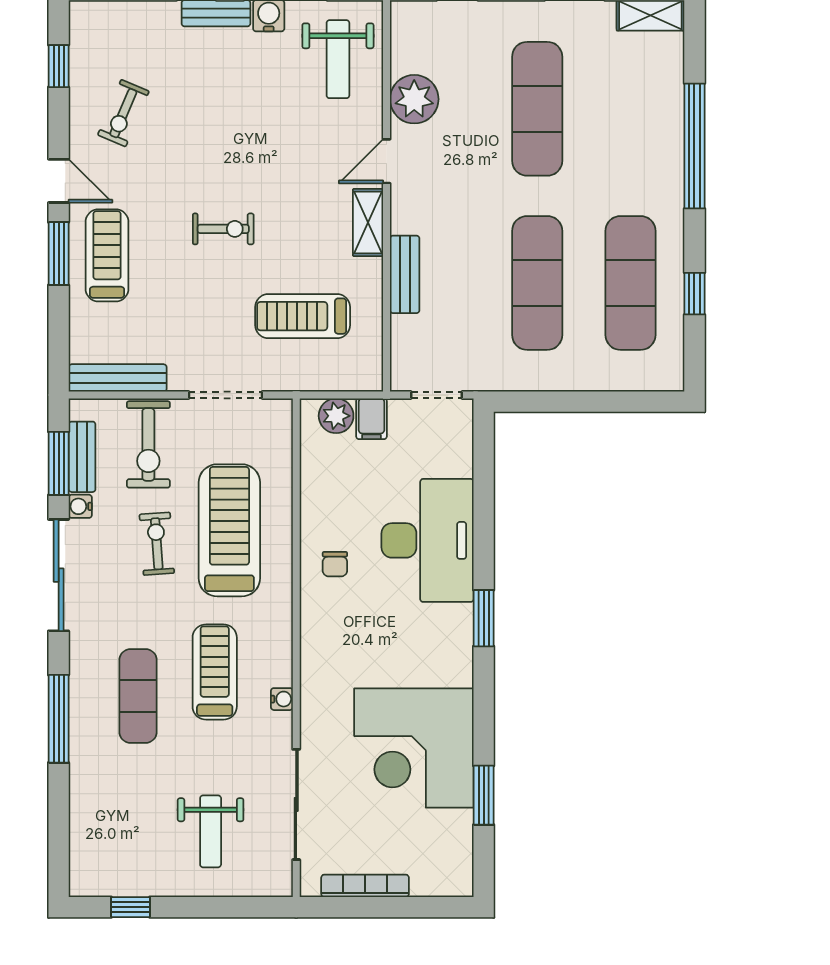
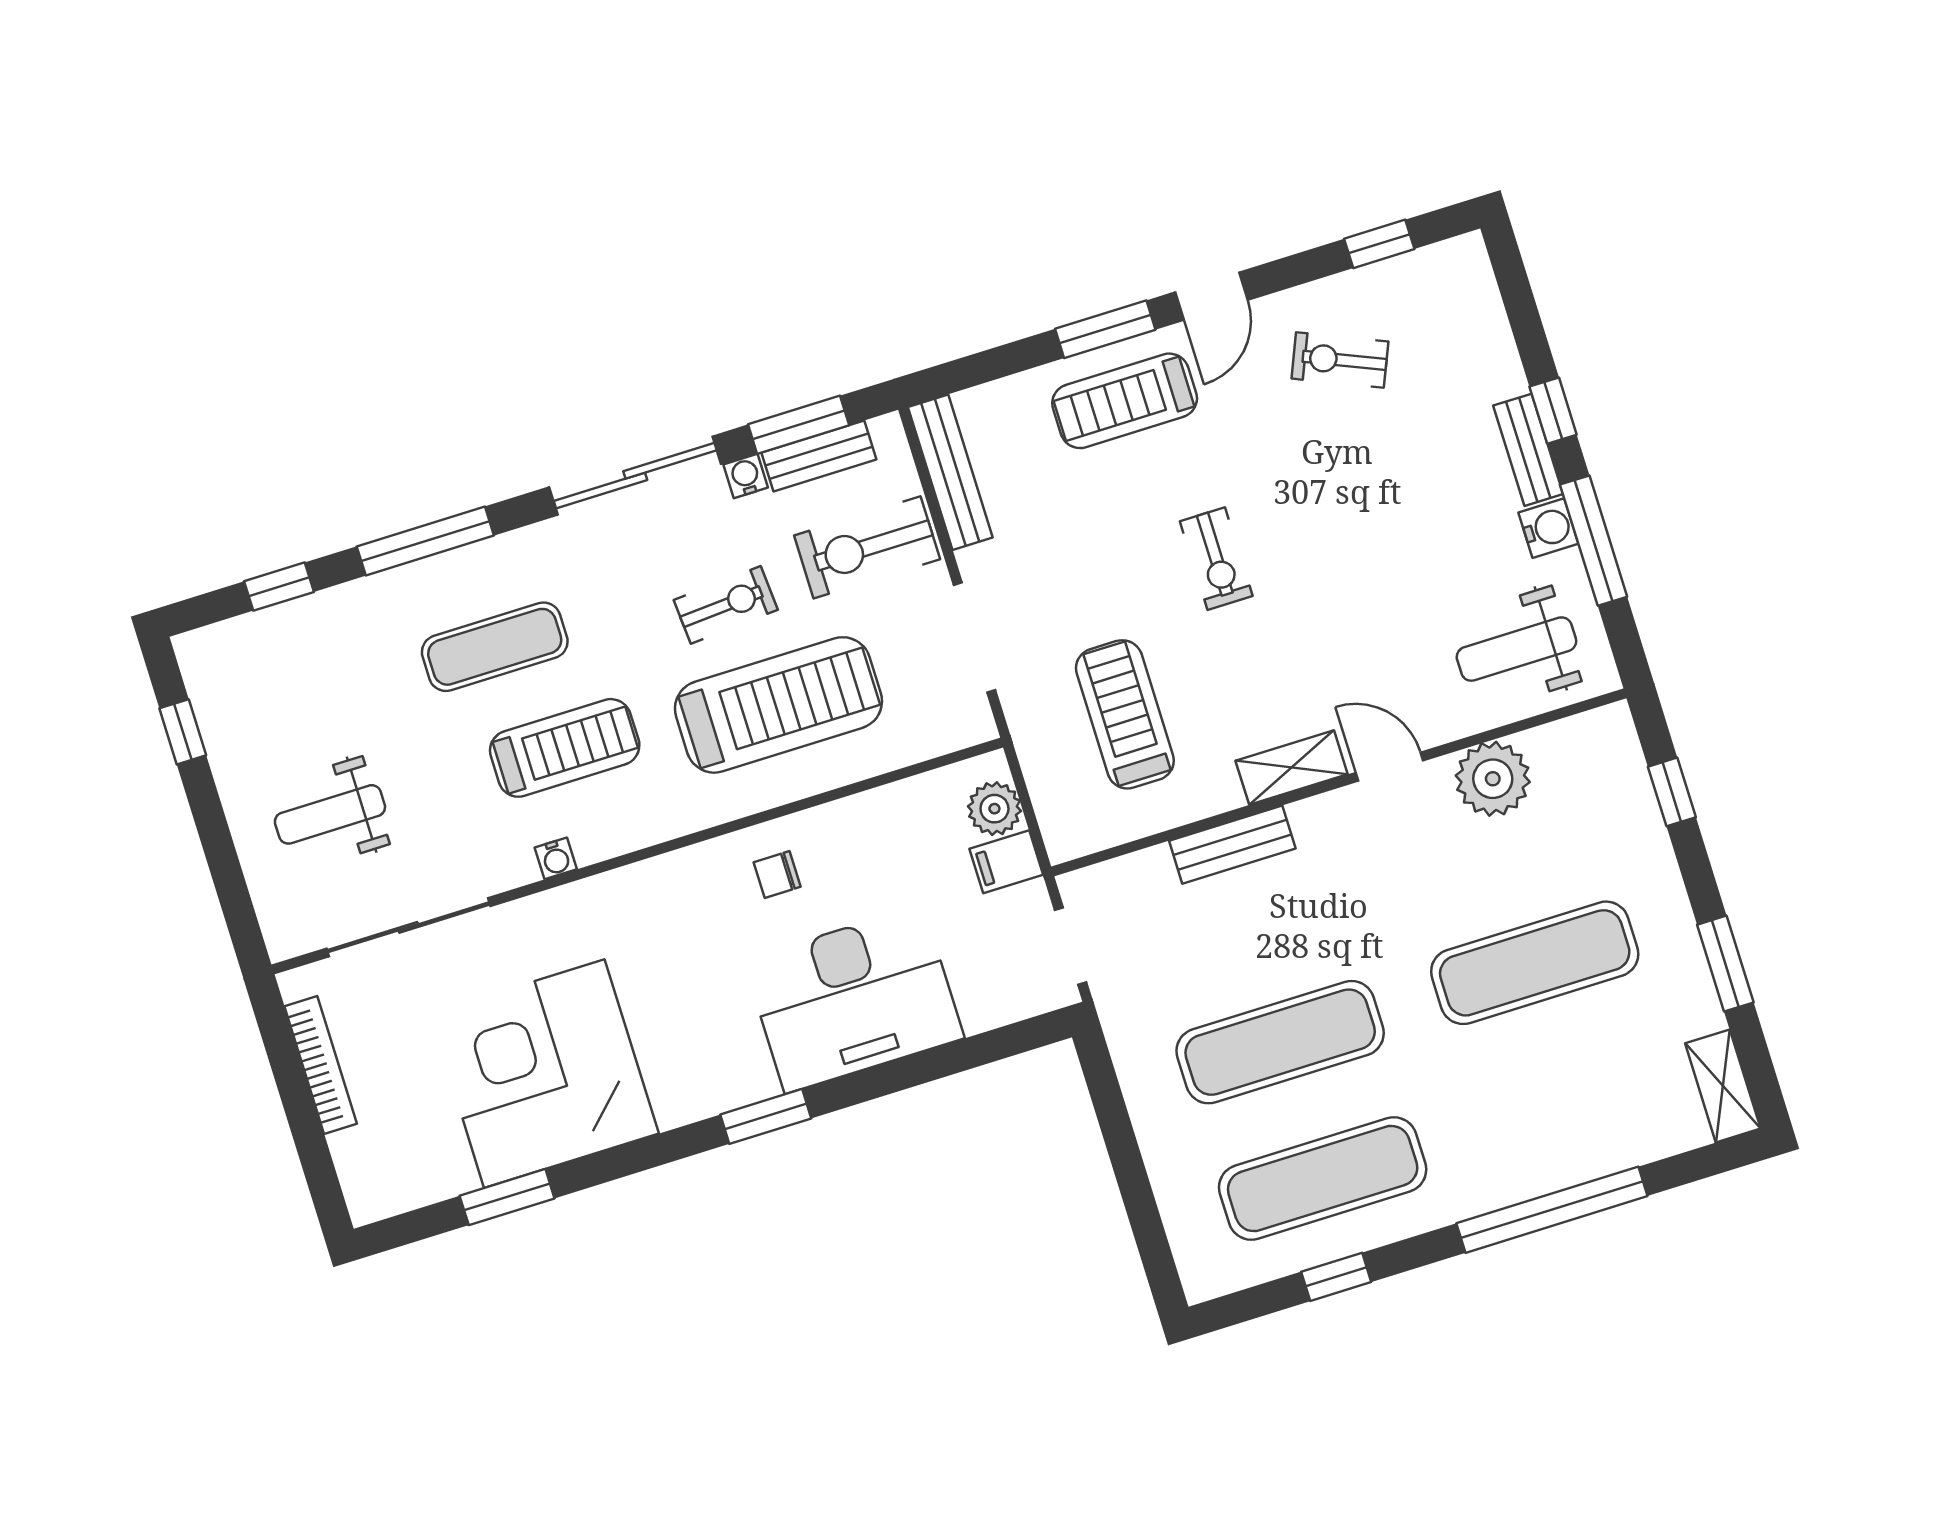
treadmill: (107, 255) -> (1125, 401), turned 180
window: (59, 819) -> (279, 587), added

